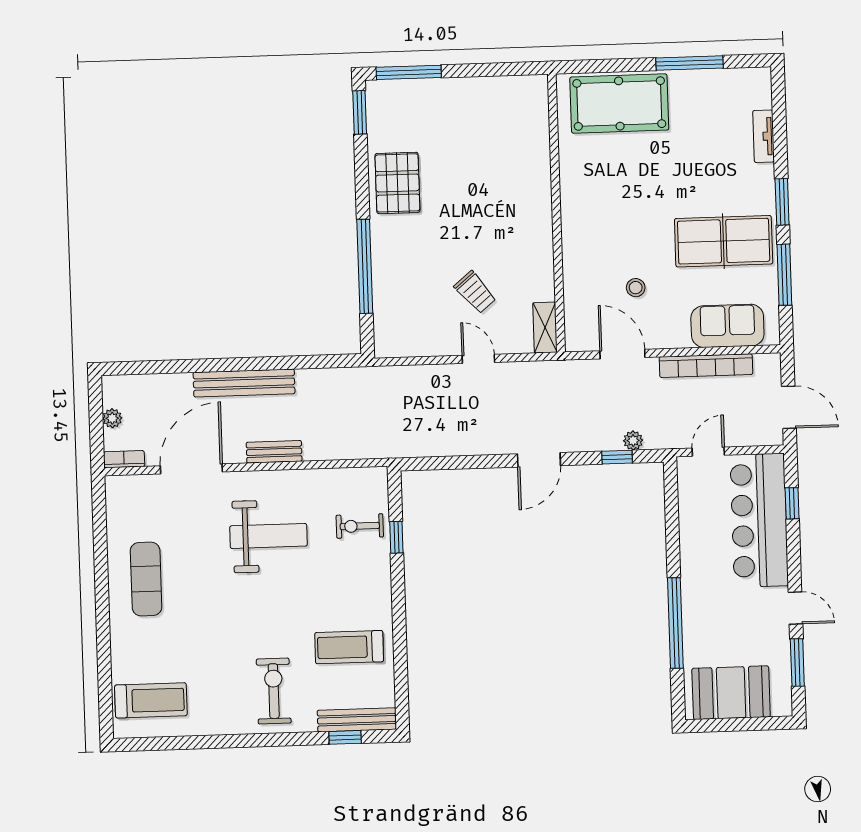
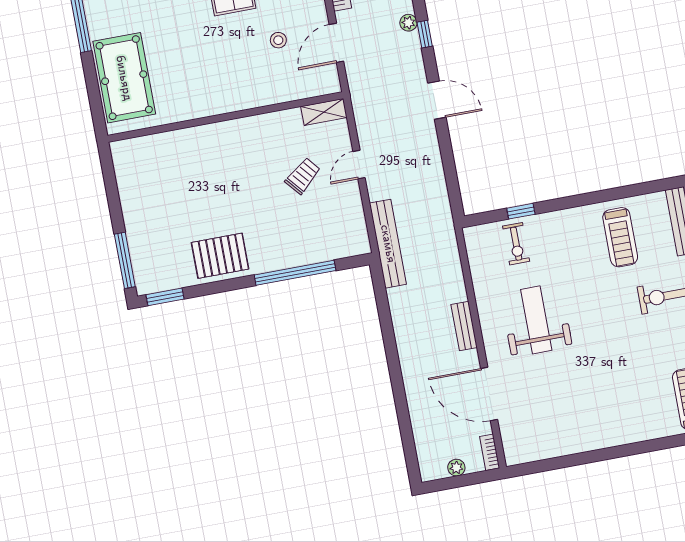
bench: (244, 383) -> (388, 244), moved
exercise mat: (146, 579) -> (588, 418), removed

